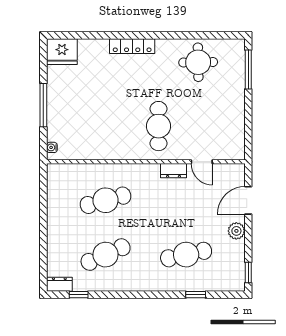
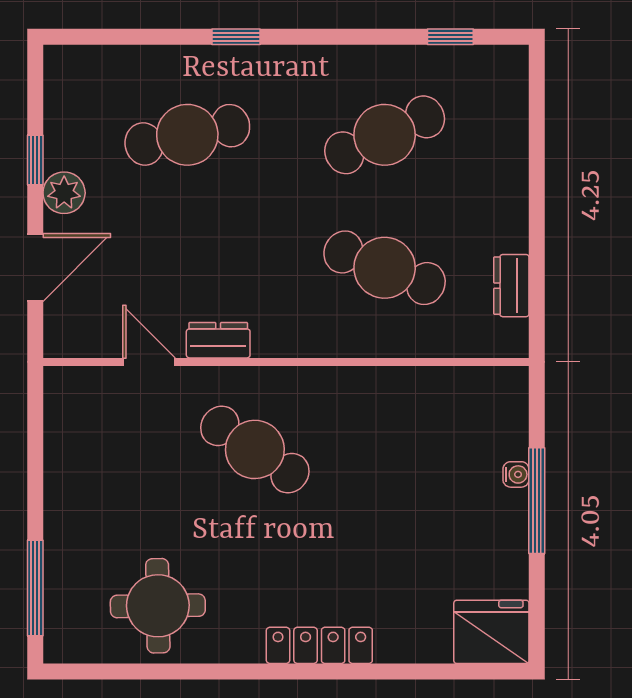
cafe table: (159, 126) -> (255, 449), turned -56
water cooler: (52, 147) -> (516, 474), moved
cafe table: (106, 200) -> (385, 268), turned 36
window: (248, 273) -> (35, 160), moved
dresser: (59, 284) -> (511, 286), moved, turned 90
window: (196, 295) -> (236, 37), moved

